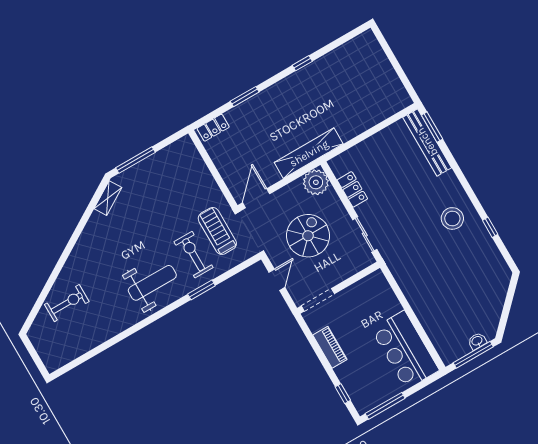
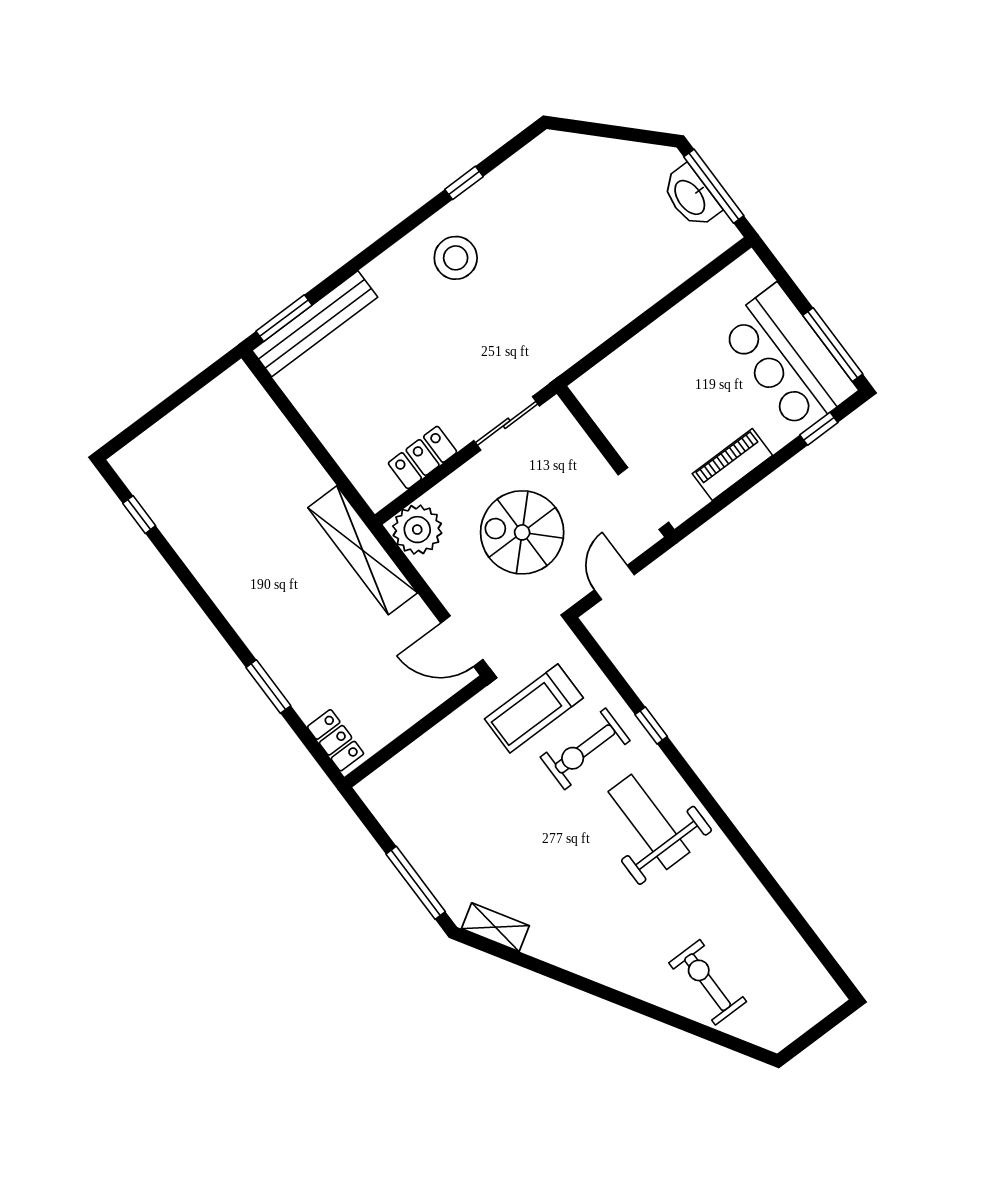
window: (302, 63) -> (139, 515), moved
door: (277, 280) -> (614, 582), hinge flipped
window: (201, 290) -> (651, 725), width x0.67
washbasin: (477, 341) -> (691, 197), width x1.91, depth x1.45
bar counter: (405, 350) -> (788, 359), moved, turned 90

